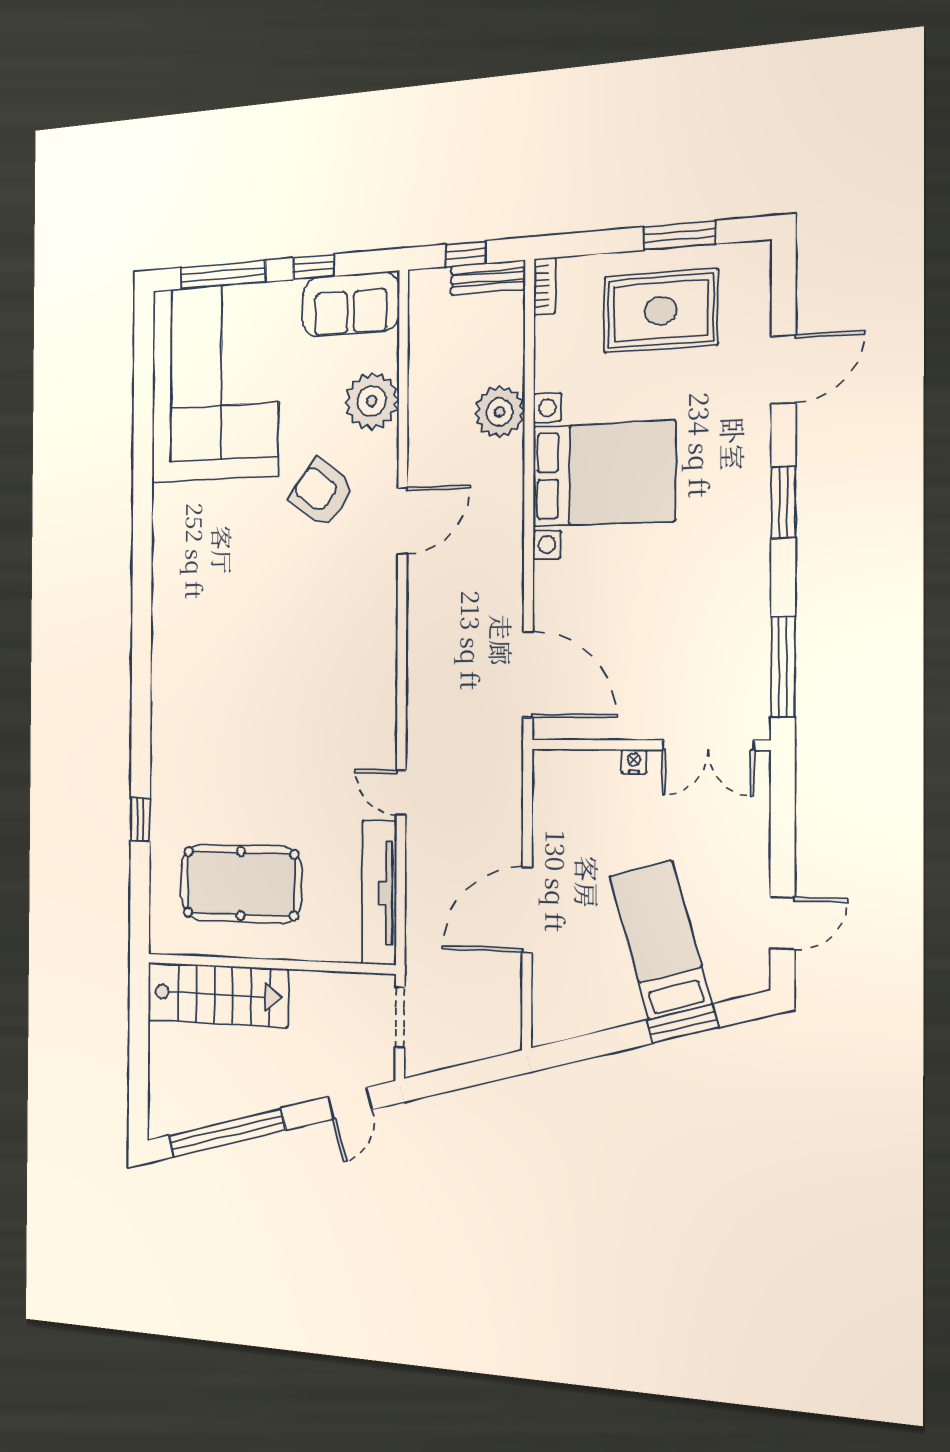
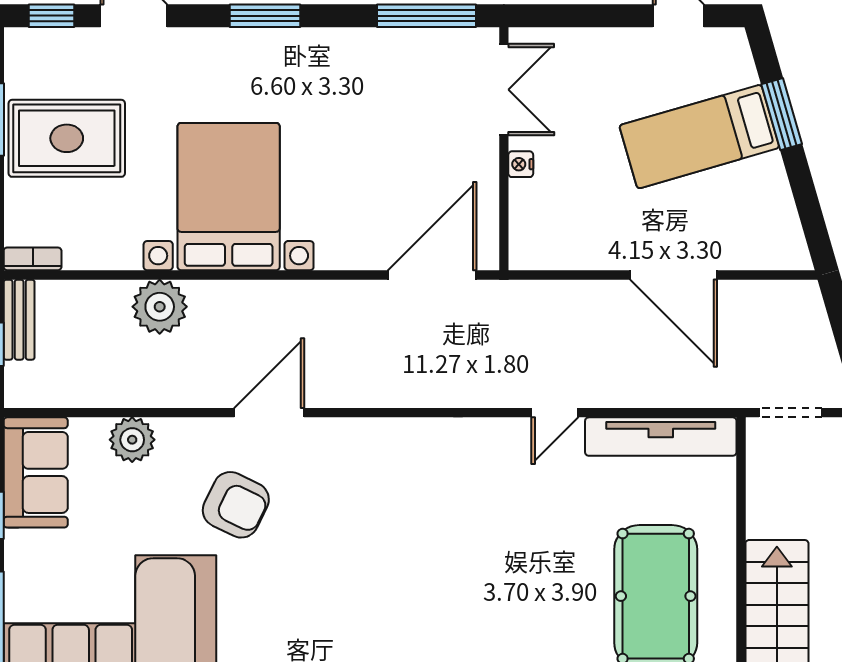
window: (784, 286) -> (51, 16), added
rug: (661, 311) -> (67, 138), turned 90
plant: (372, 401) -> (132, 440), width x0.73, depth x0.73
armchair: (321, 493) -> (236, 505), turned -101
door: (402, 521) -> (269, 413), hinge flipped

